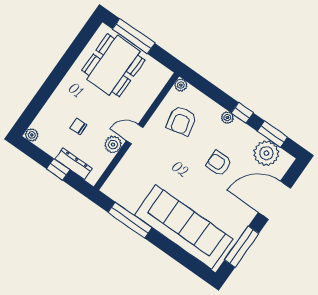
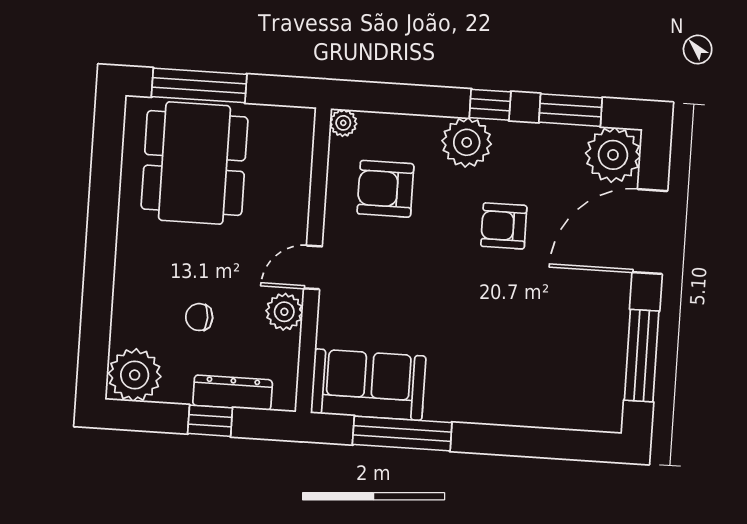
plant: (227, 118) -> (467, 142), width x1.88, depth x1.88
armchair: (182, 121) -> (385, 189), turned 103
plant: (32, 135) -> (135, 375), width x1.88, depth x1.88
plant: (266, 153) -> (613, 155), moved
sofa: (184, 227) -> (368, 385), moved, width x0.54, depth x0.79

